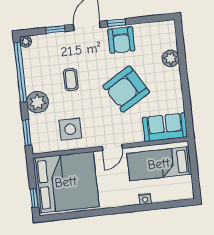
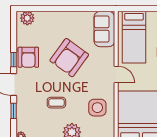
armchair: (121, 40) -> (28, 57), turned 90
plant: (171, 58) -> (27, 18), moved
armchair: (126, 89) -> (69, 58), turned 67

